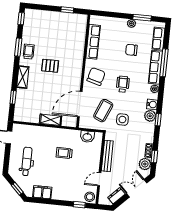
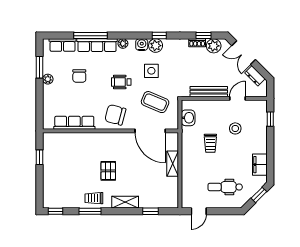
side table: (122, 120) -> (151, 71), moved
door: (99, 179) -> (237, 98), swing flipped
stool: (90, 197) -> (235, 128), moved

